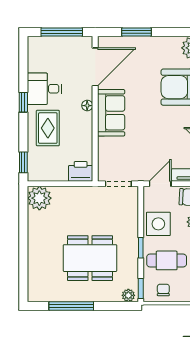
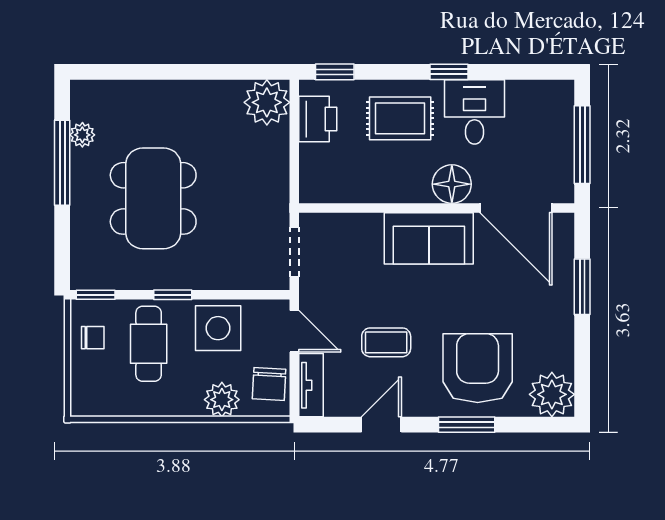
floor lamp: (87, 106) -> (452, 184), width x1.89, depth x1.89
coffee table: (166, 135) -> (386, 342), added
printer: (81, 171) -> (318, 119), moved
plant: (128, 295) -> (82, 135), moved

